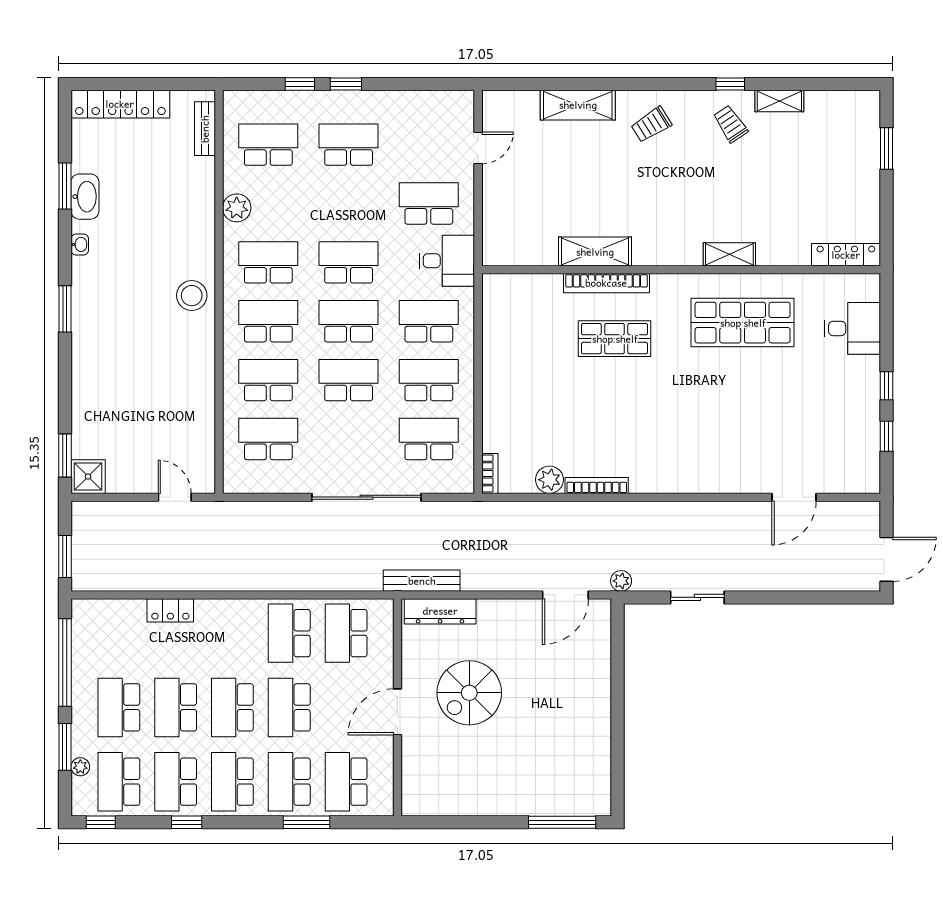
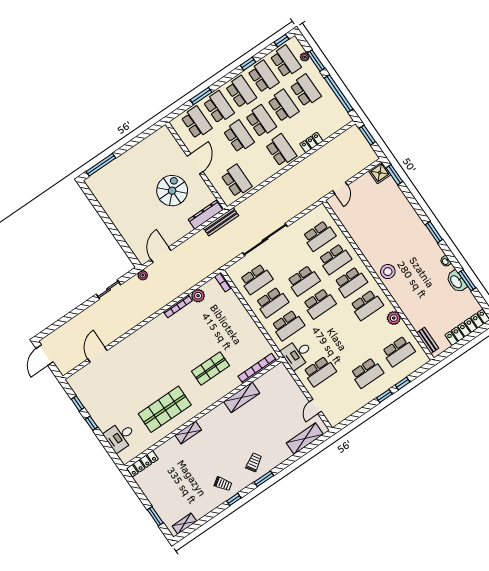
window: (654, 84) -> (264, 479), added
shelving: (779, 101) -> (184, 524), moved
shelving: (578, 105) -> (305, 439), moved
school desk: (349, 262) -> (335, 327), removed
bookcase: (606, 283) -> (257, 368), moved
door: (175, 497) -> (340, 188), hinge flipped
school desk: (289, 633) -> (281, 150), moved

